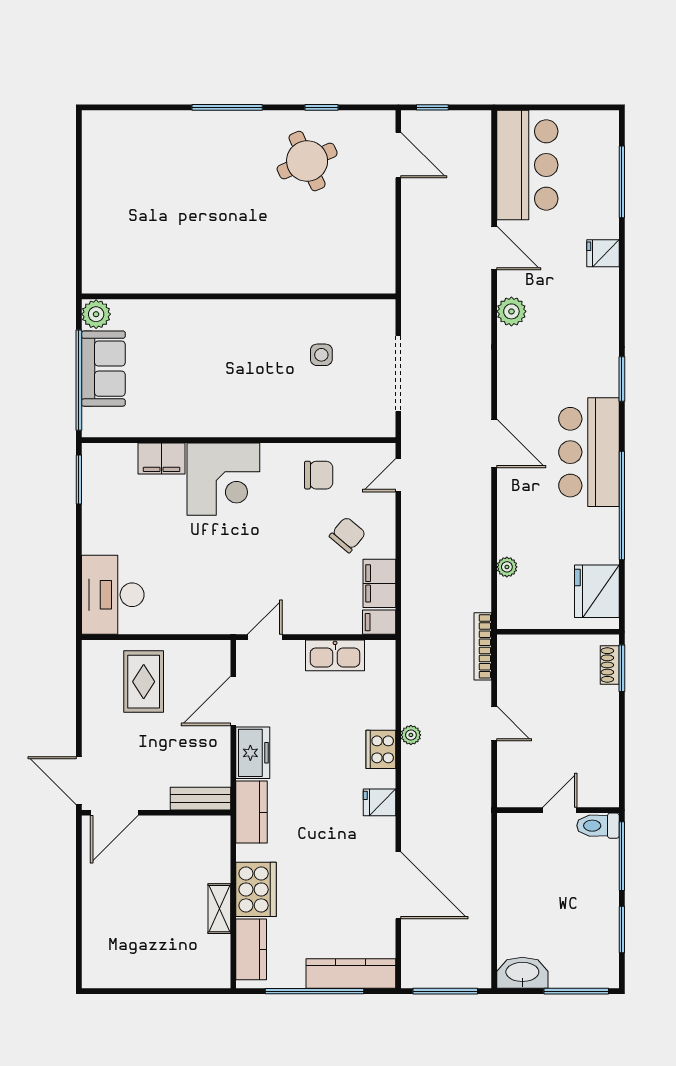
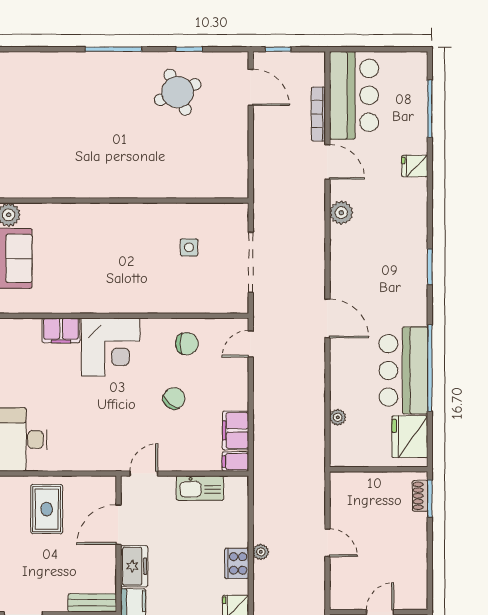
bar counter: (589, 452) -> (403, 370), moved
chair: (348, 535) -> (174, 398), moved
bookcase: (483, 646) -> (318, 114), moved

